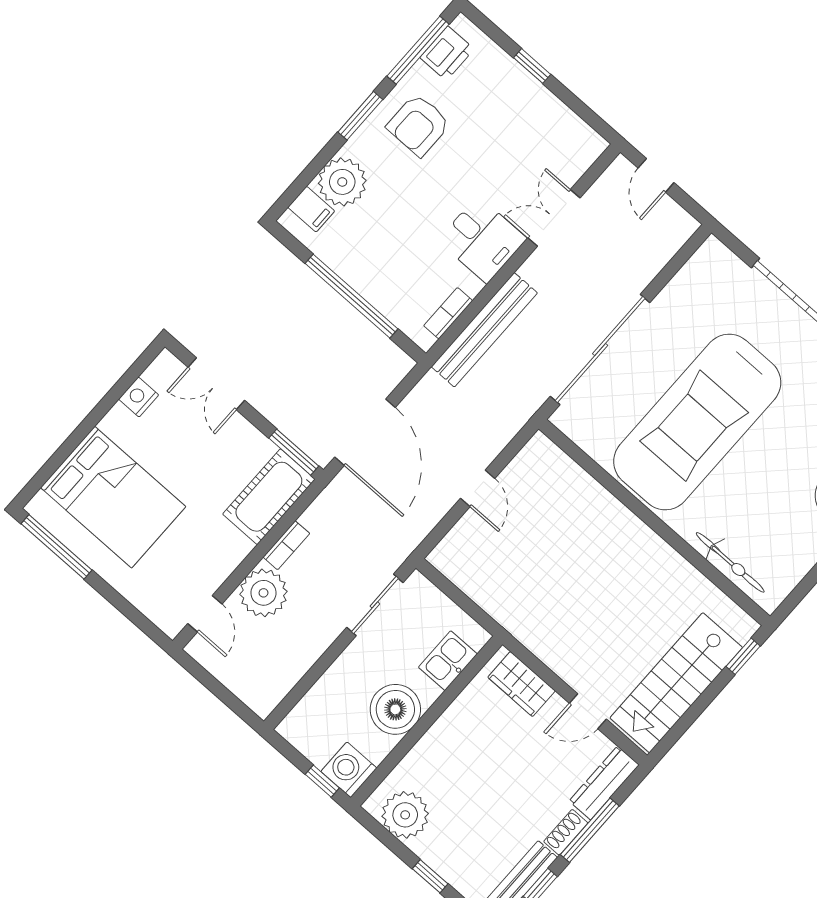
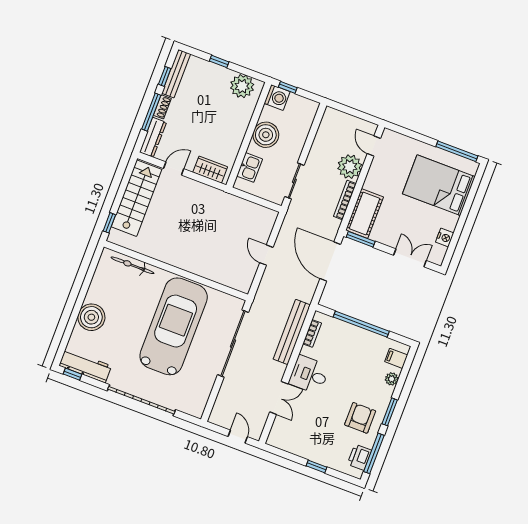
plant: (342, 182) -> (392, 379), width x0.53, depth x0.53
bookcase: (286, 545) -> (345, 200), width x1.56

